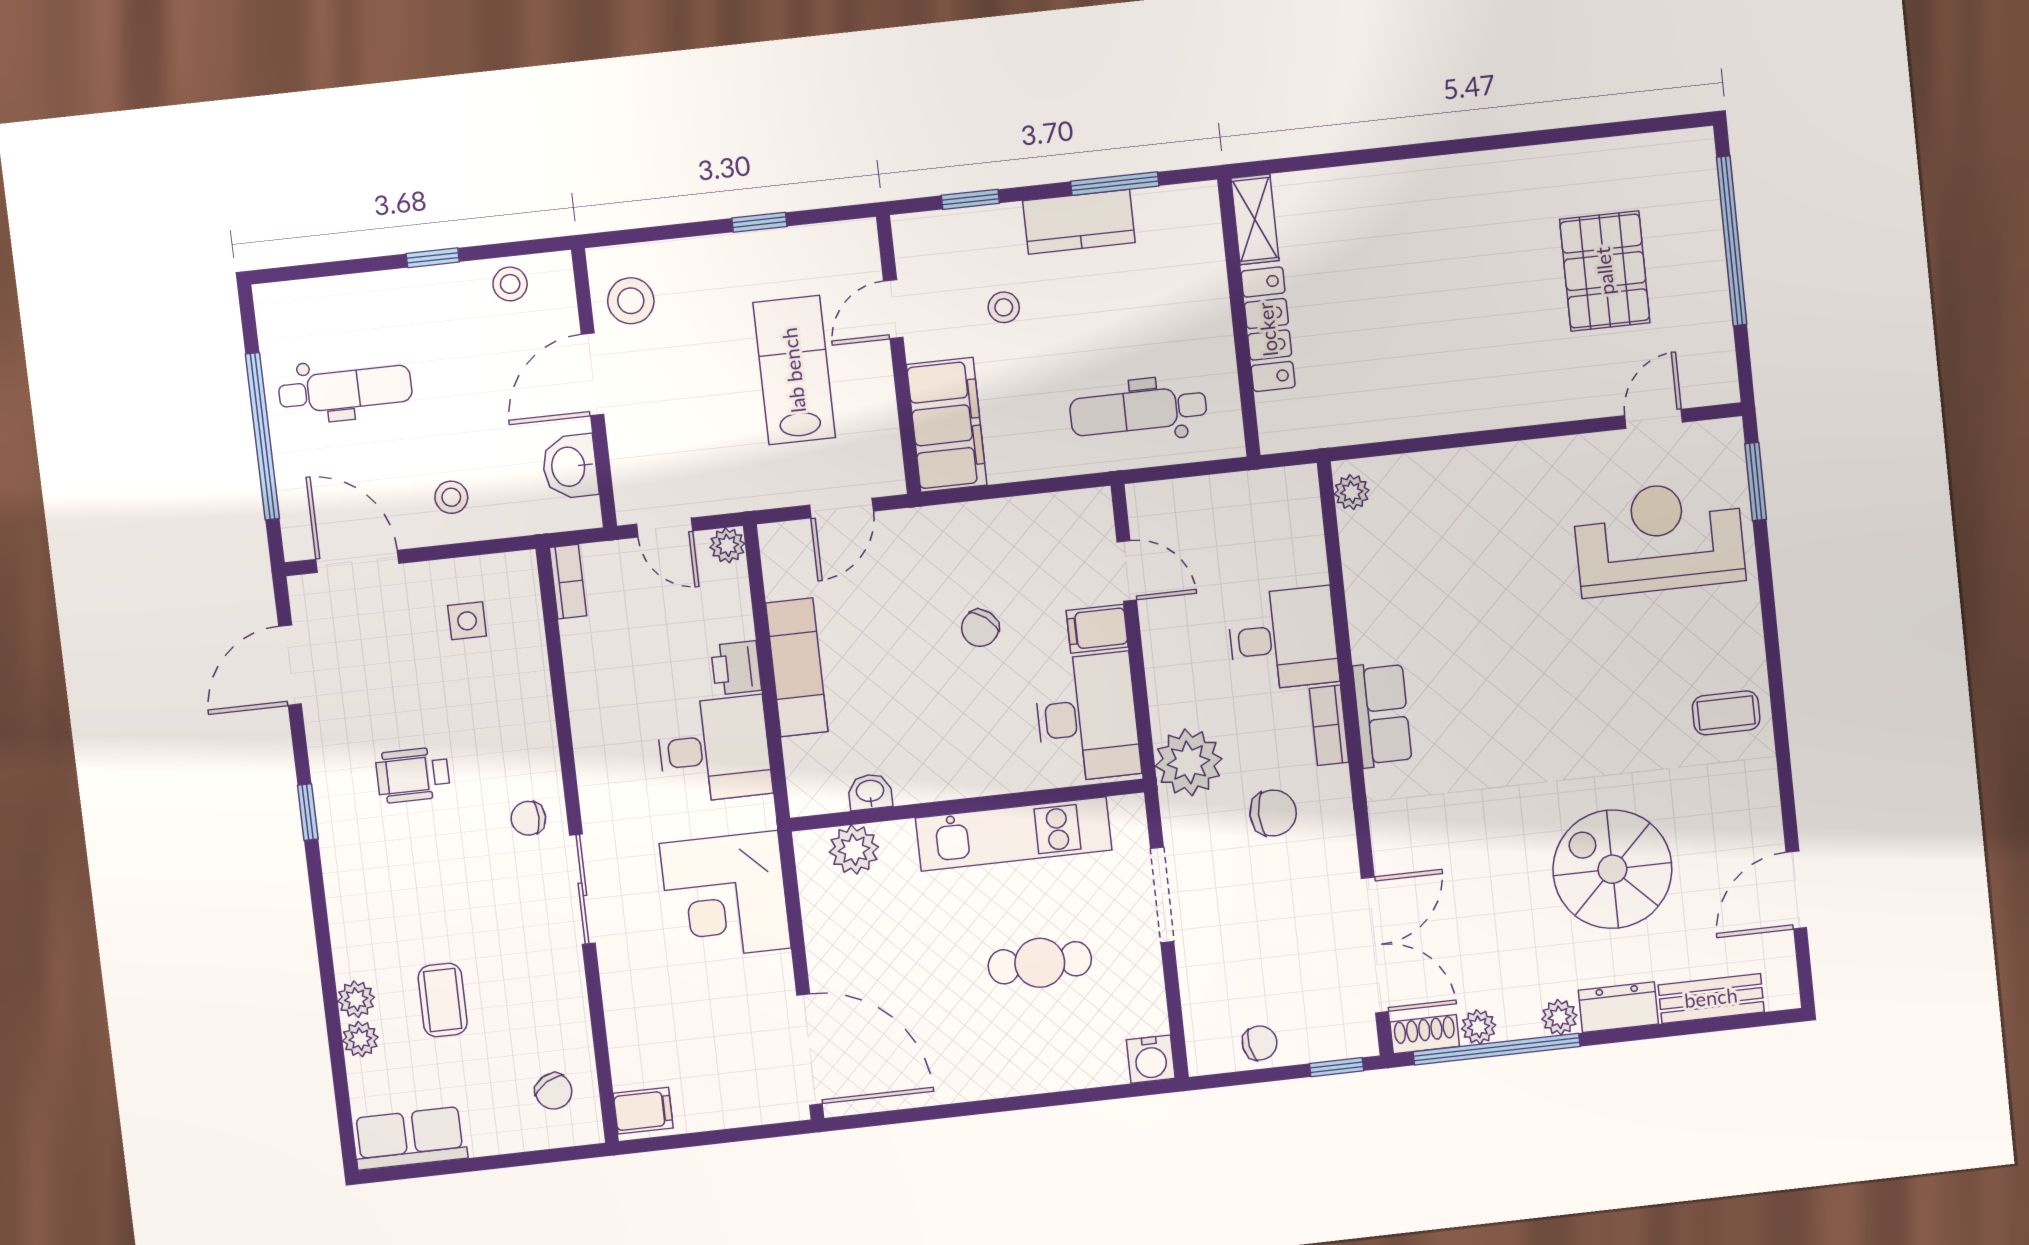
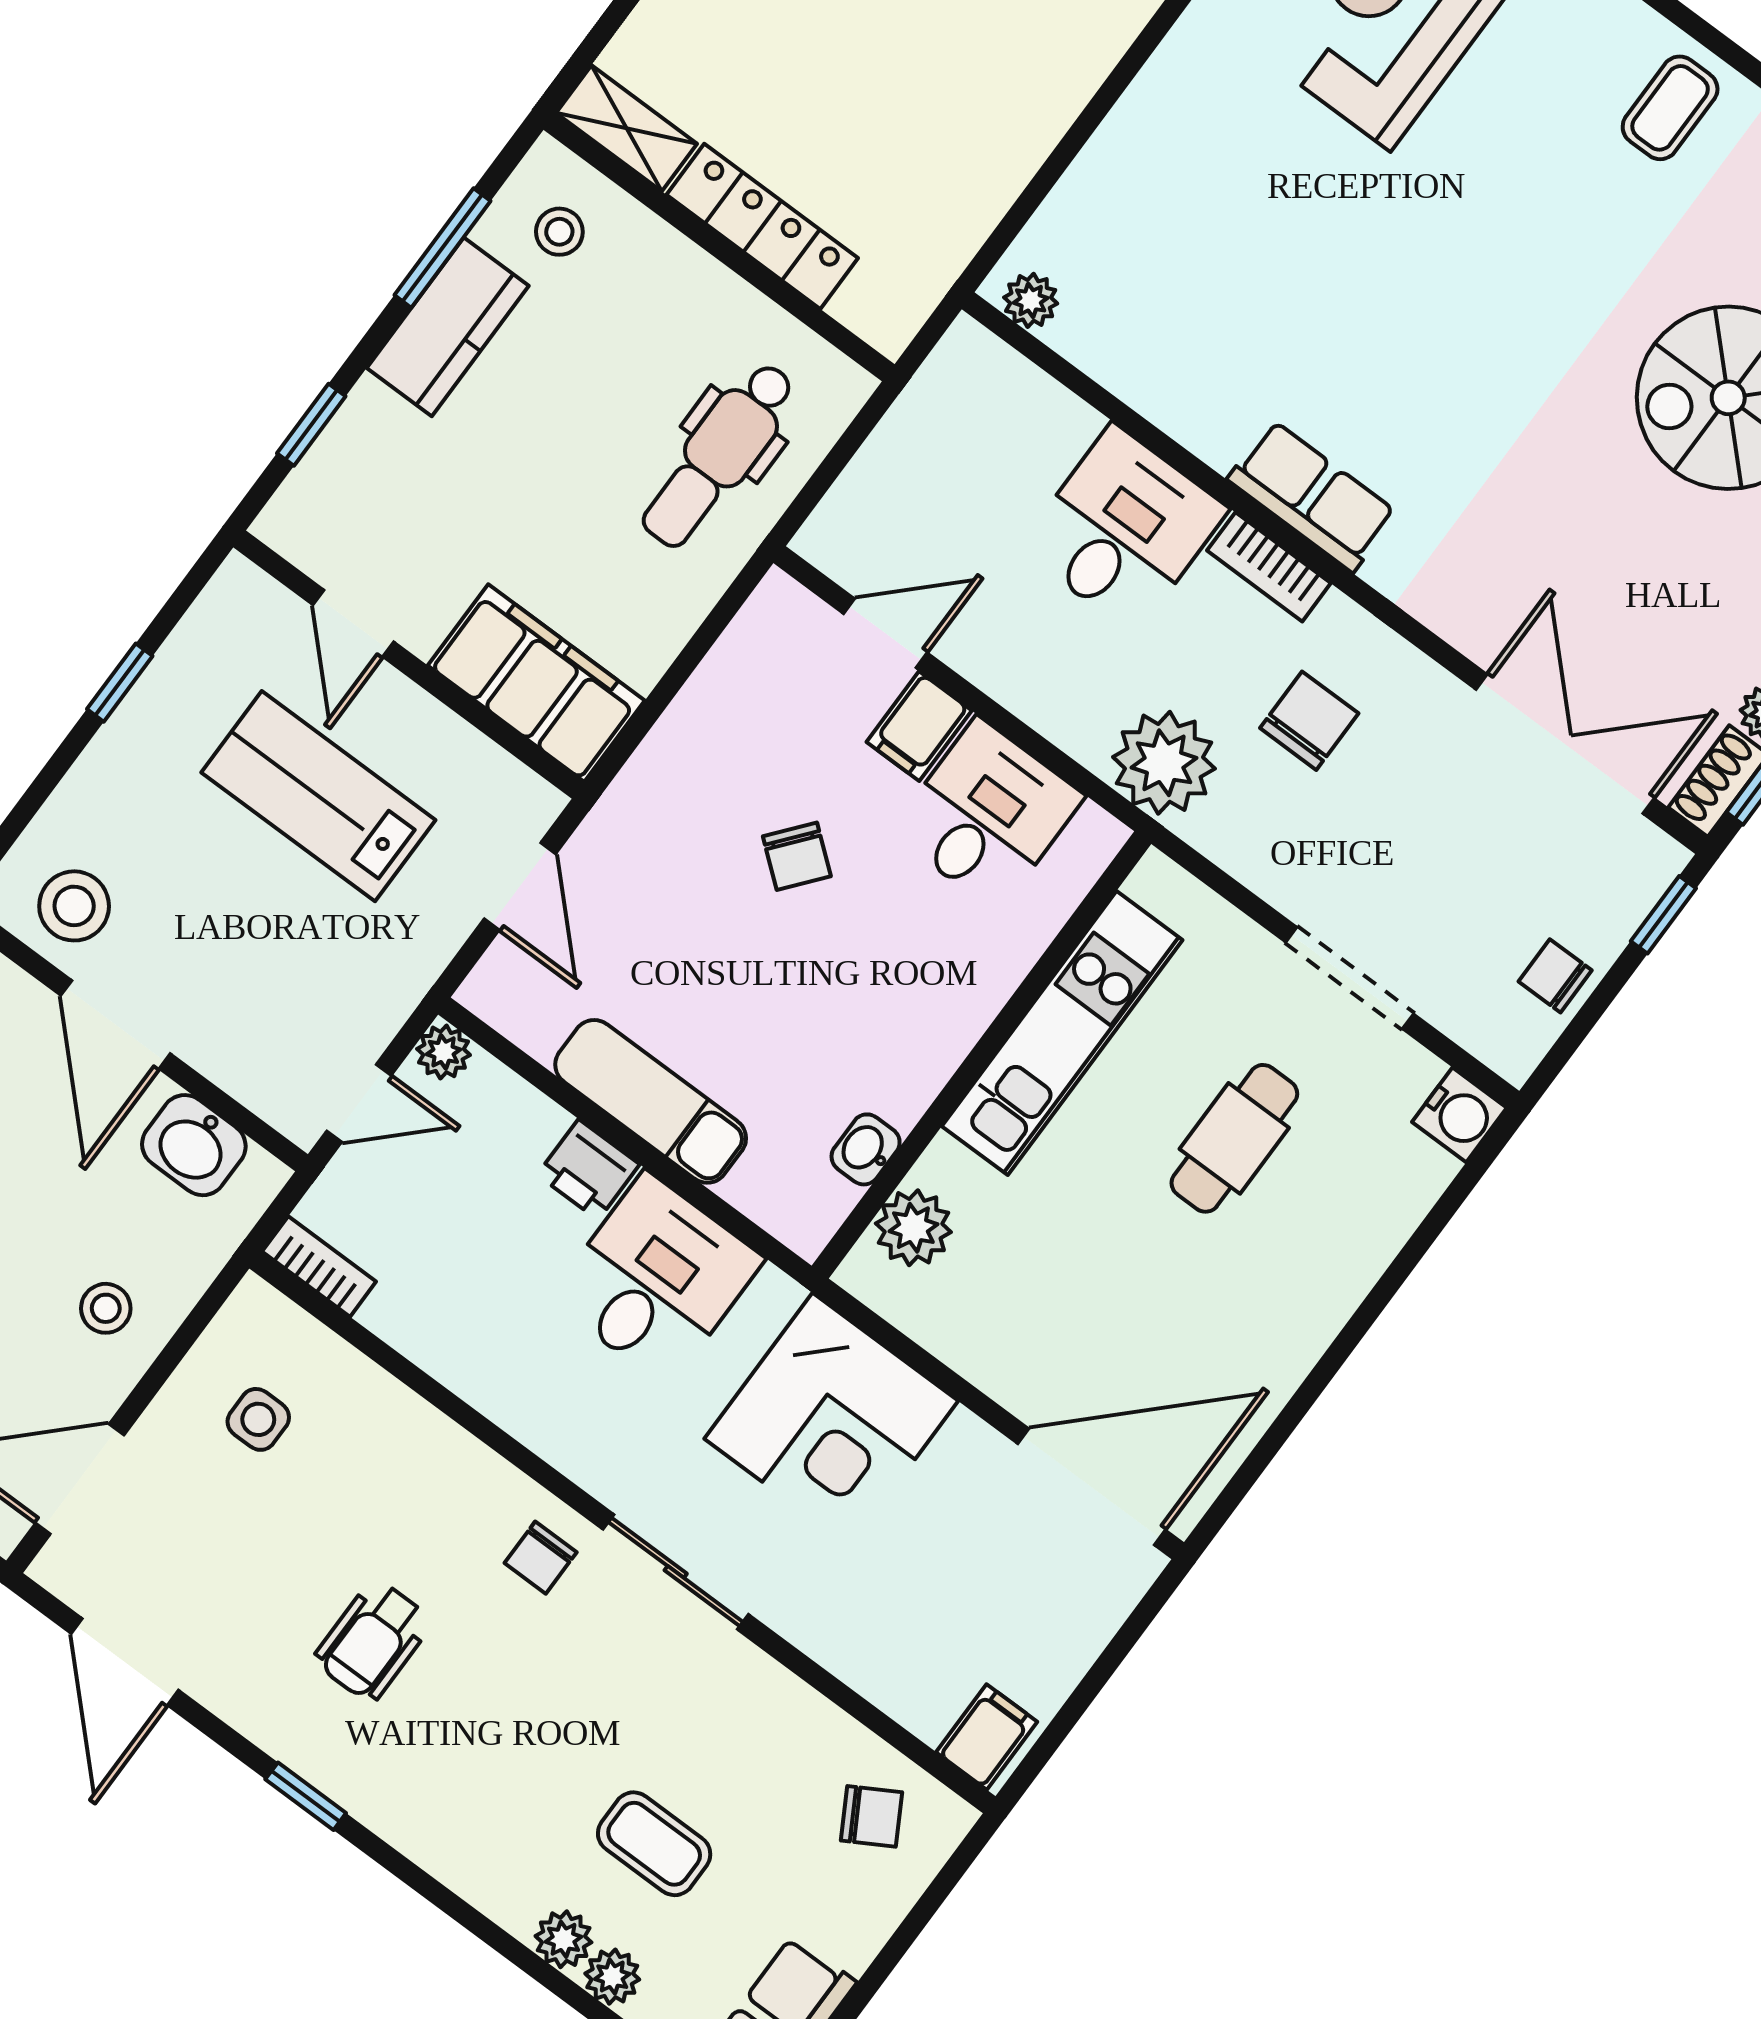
stool: (1004, 307) -> (559, 232), moved
desk: (1087, 717) -> (987, 814), width x0.73
doorway: (1162, 895) -> (1350, 978), moved
chair: (1260, 1043) -> (1555, 976), turned -80

